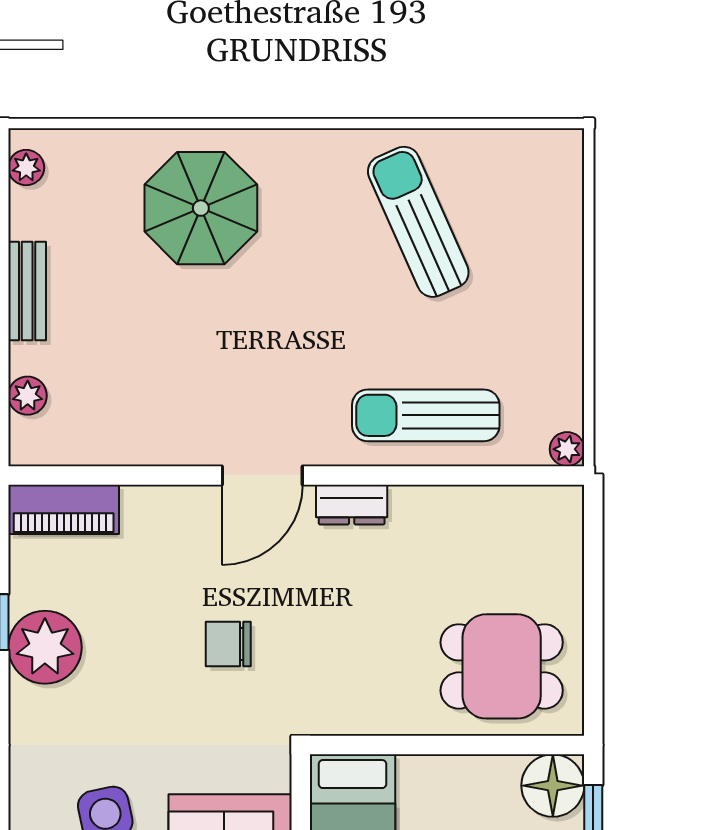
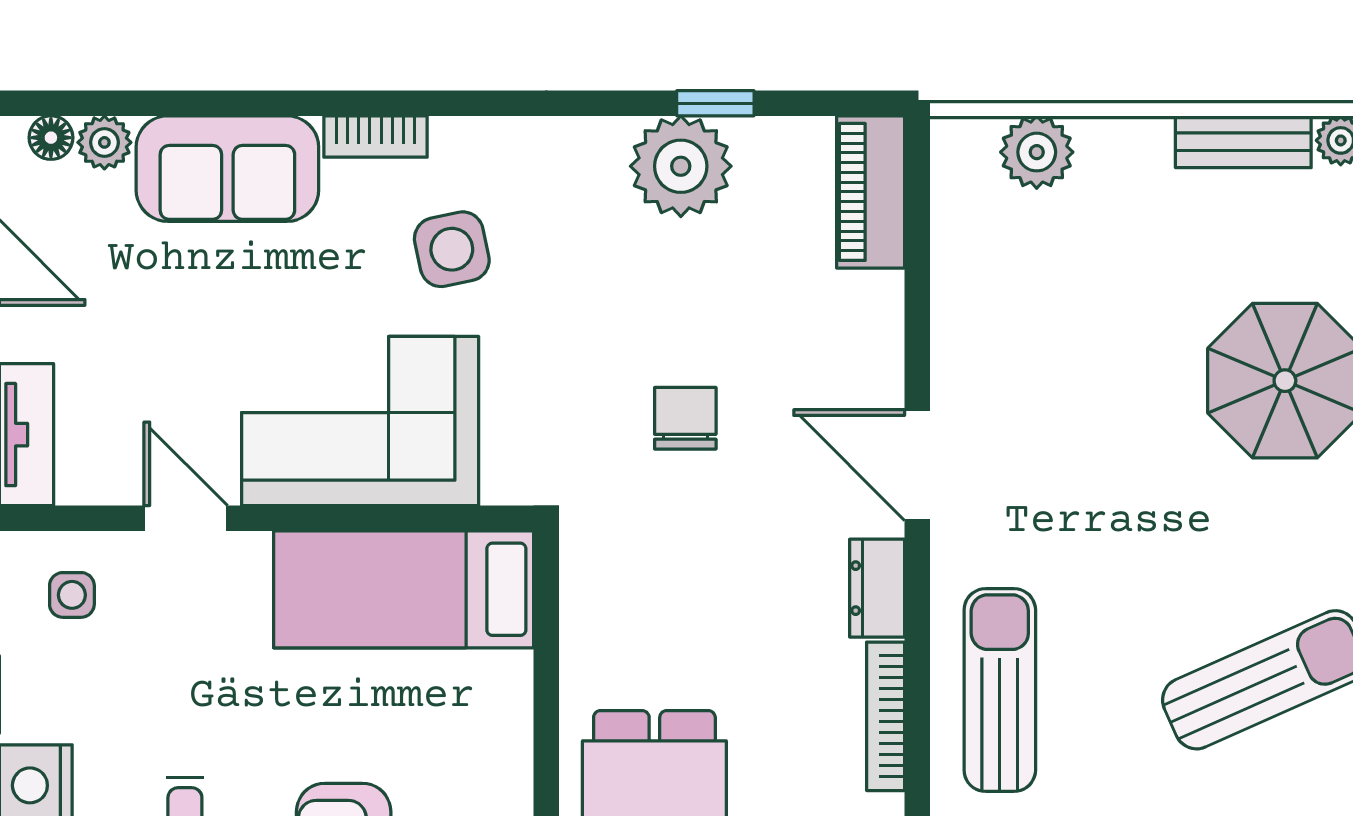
bench: (27, 291) -> (1243, 142), moved
plant: (28, 396) -> (1037, 152), width x1.38, depth x1.38
bookcase: (445, 498) -> (886, 716), added

